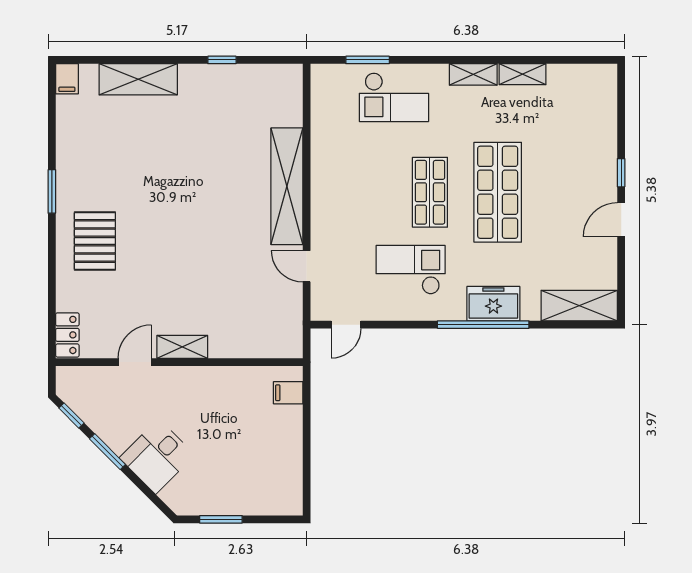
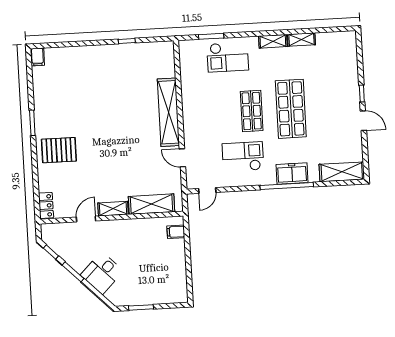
shelving: (138, 79) -> (151, 204), moved
door: (621, 220) -> (363, 121), swing flipped
pallet: (95, 241) -> (59, 150), turned 90

